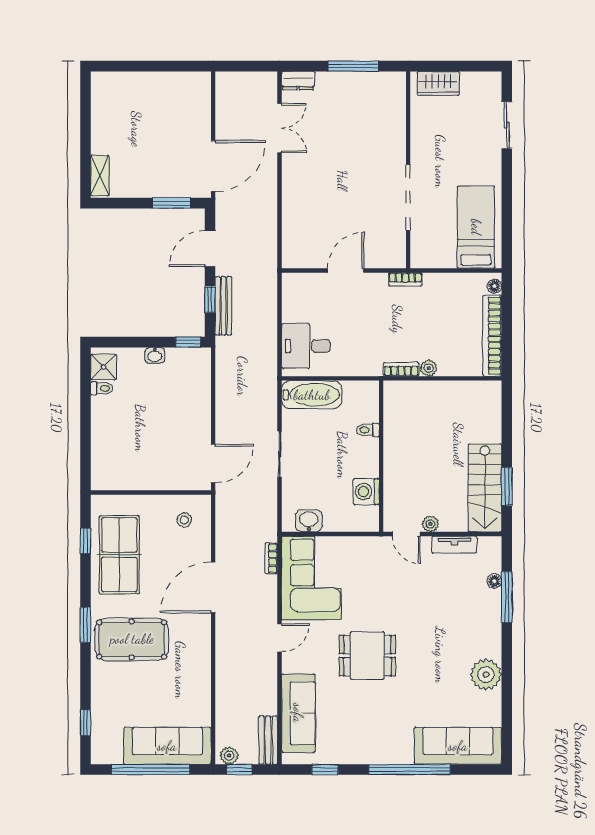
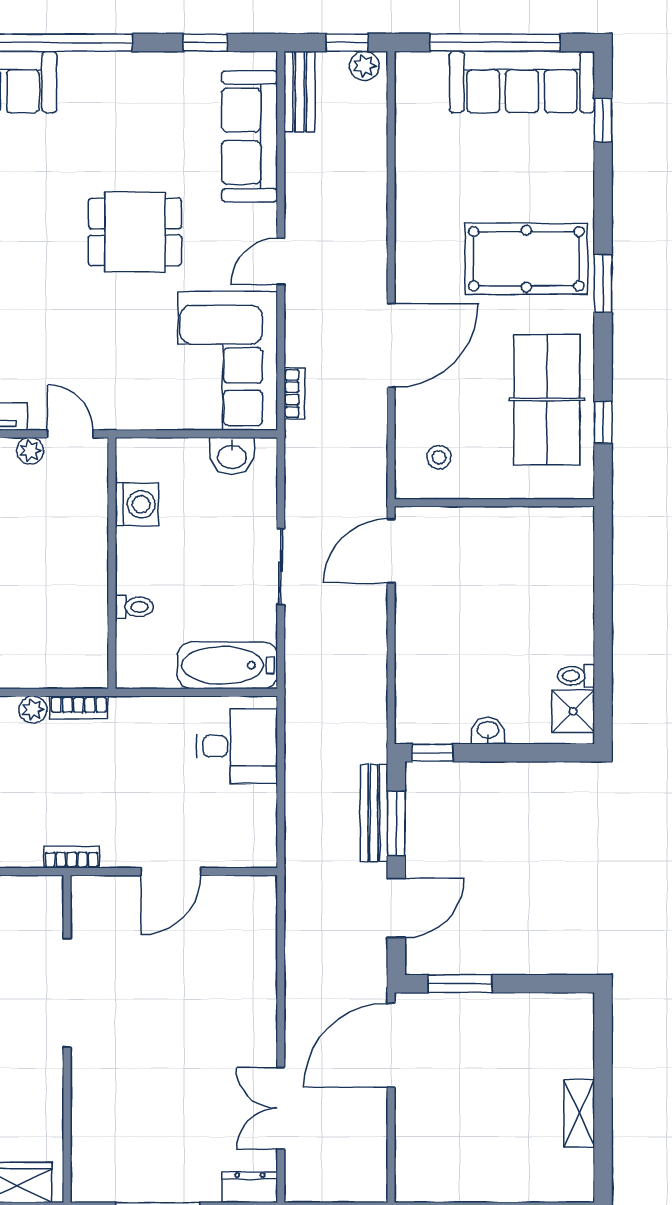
shelving: (100, 176) -> (579, 1113), moved
window: (210, 299) -> (396, 824), width x1.50
sofa: (167, 746) -> (522, 82), moved

